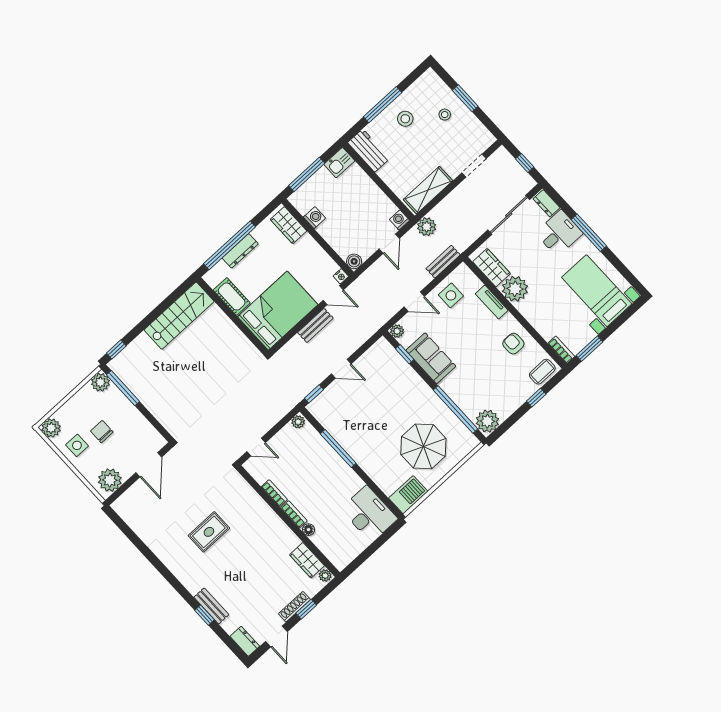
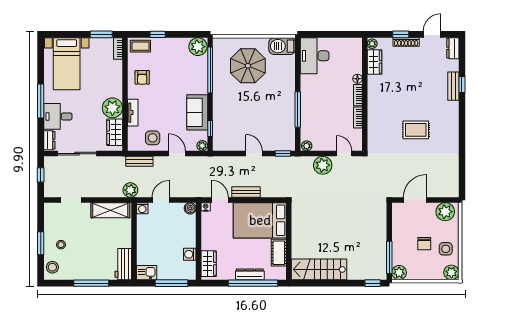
stool: (405, 119) -> (52, 267), moved
plant: (266, 417) -> (323, 165), added

